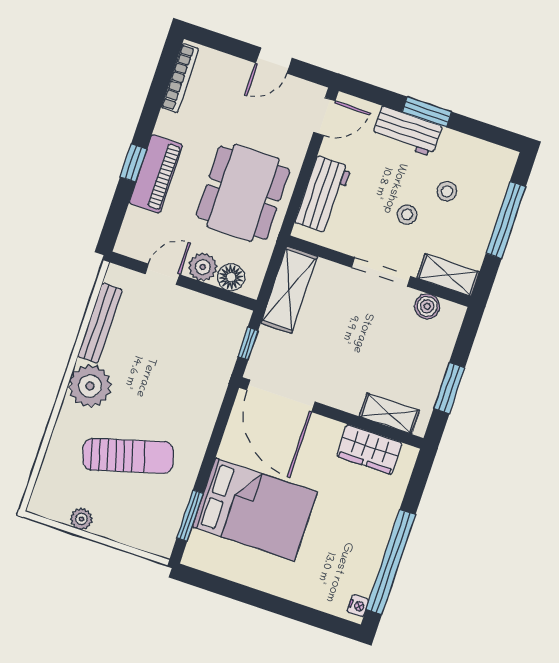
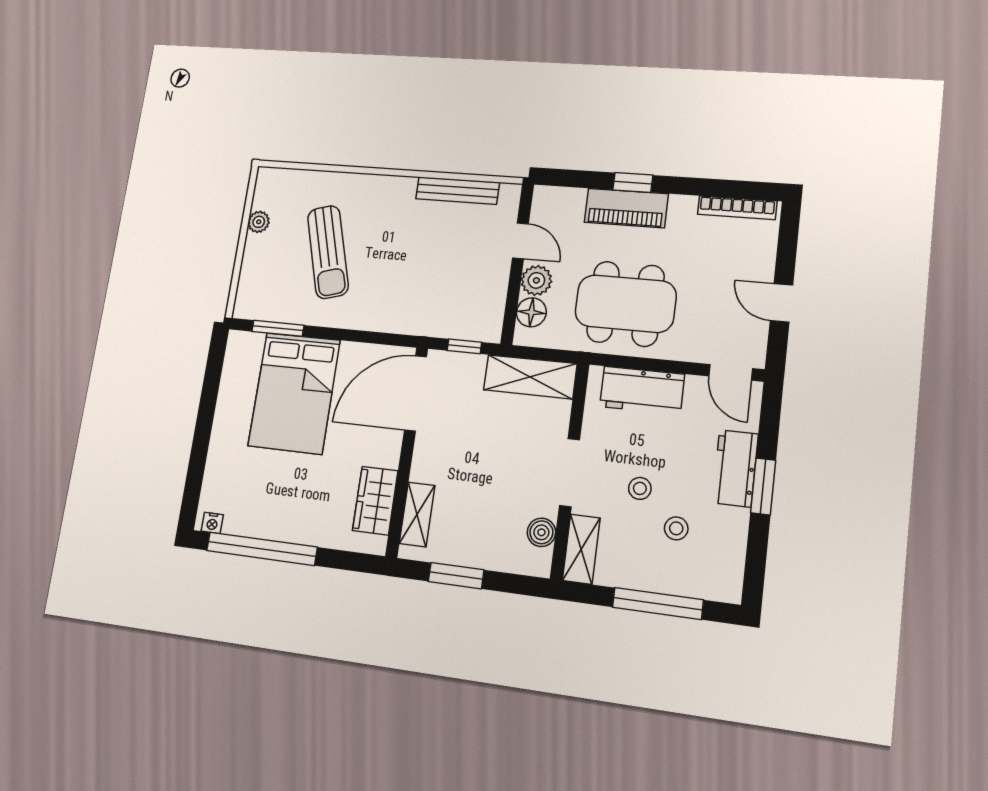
plant: (90, 386) -> (392, 197), removed

